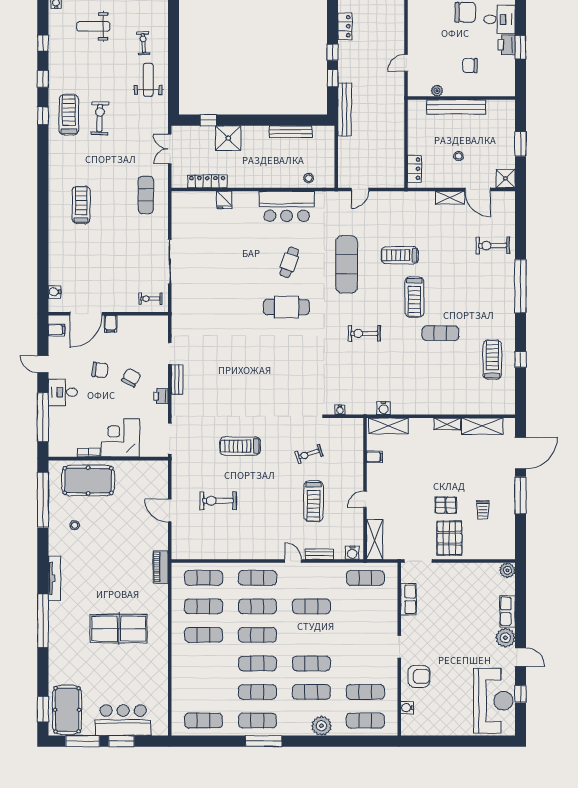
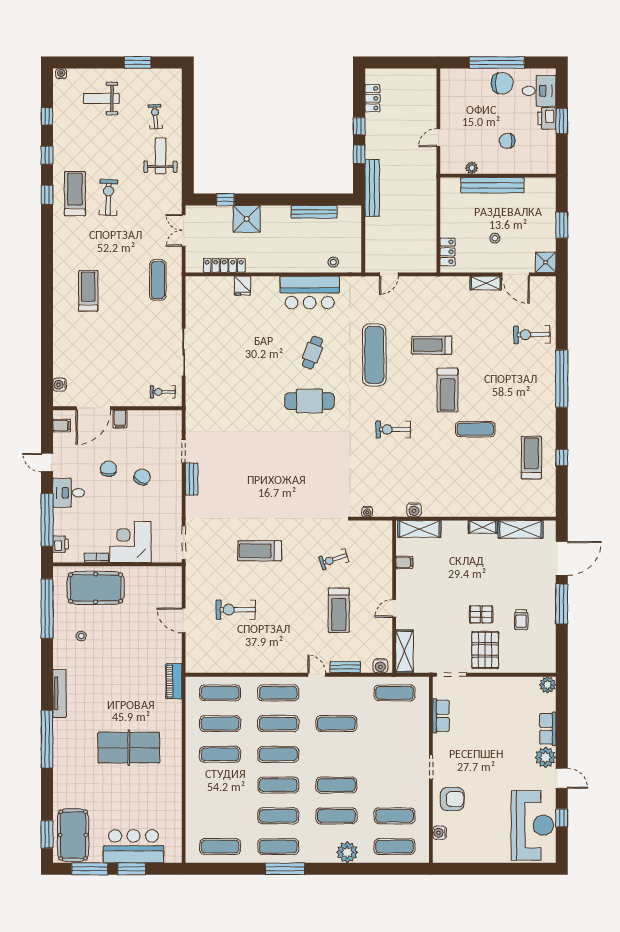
chair: (100, 370) -> (108, 469), turned -96
printer: (161, 396) -> (61, 544), moved, turned 180

